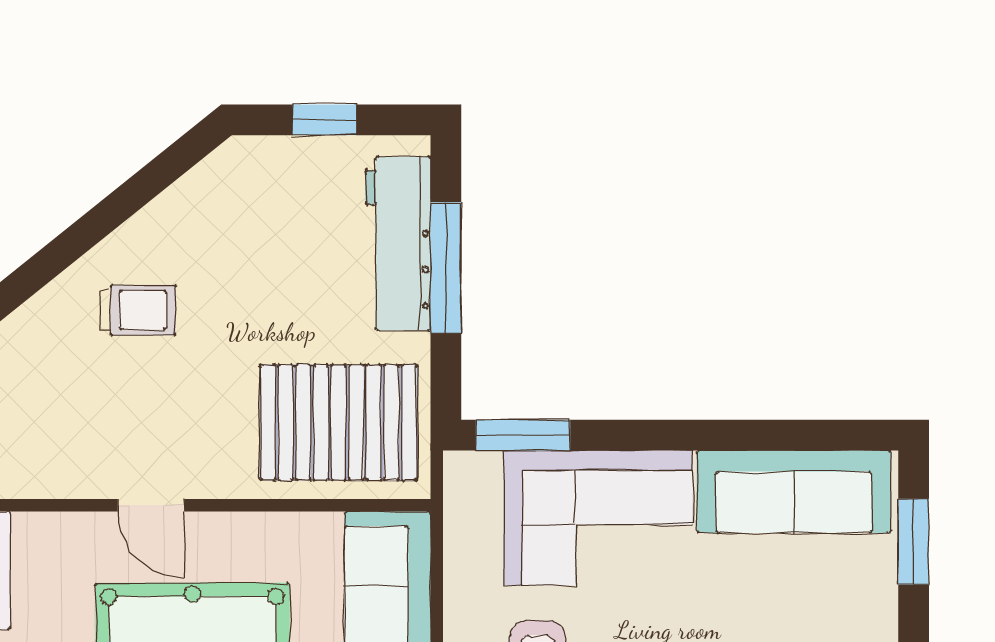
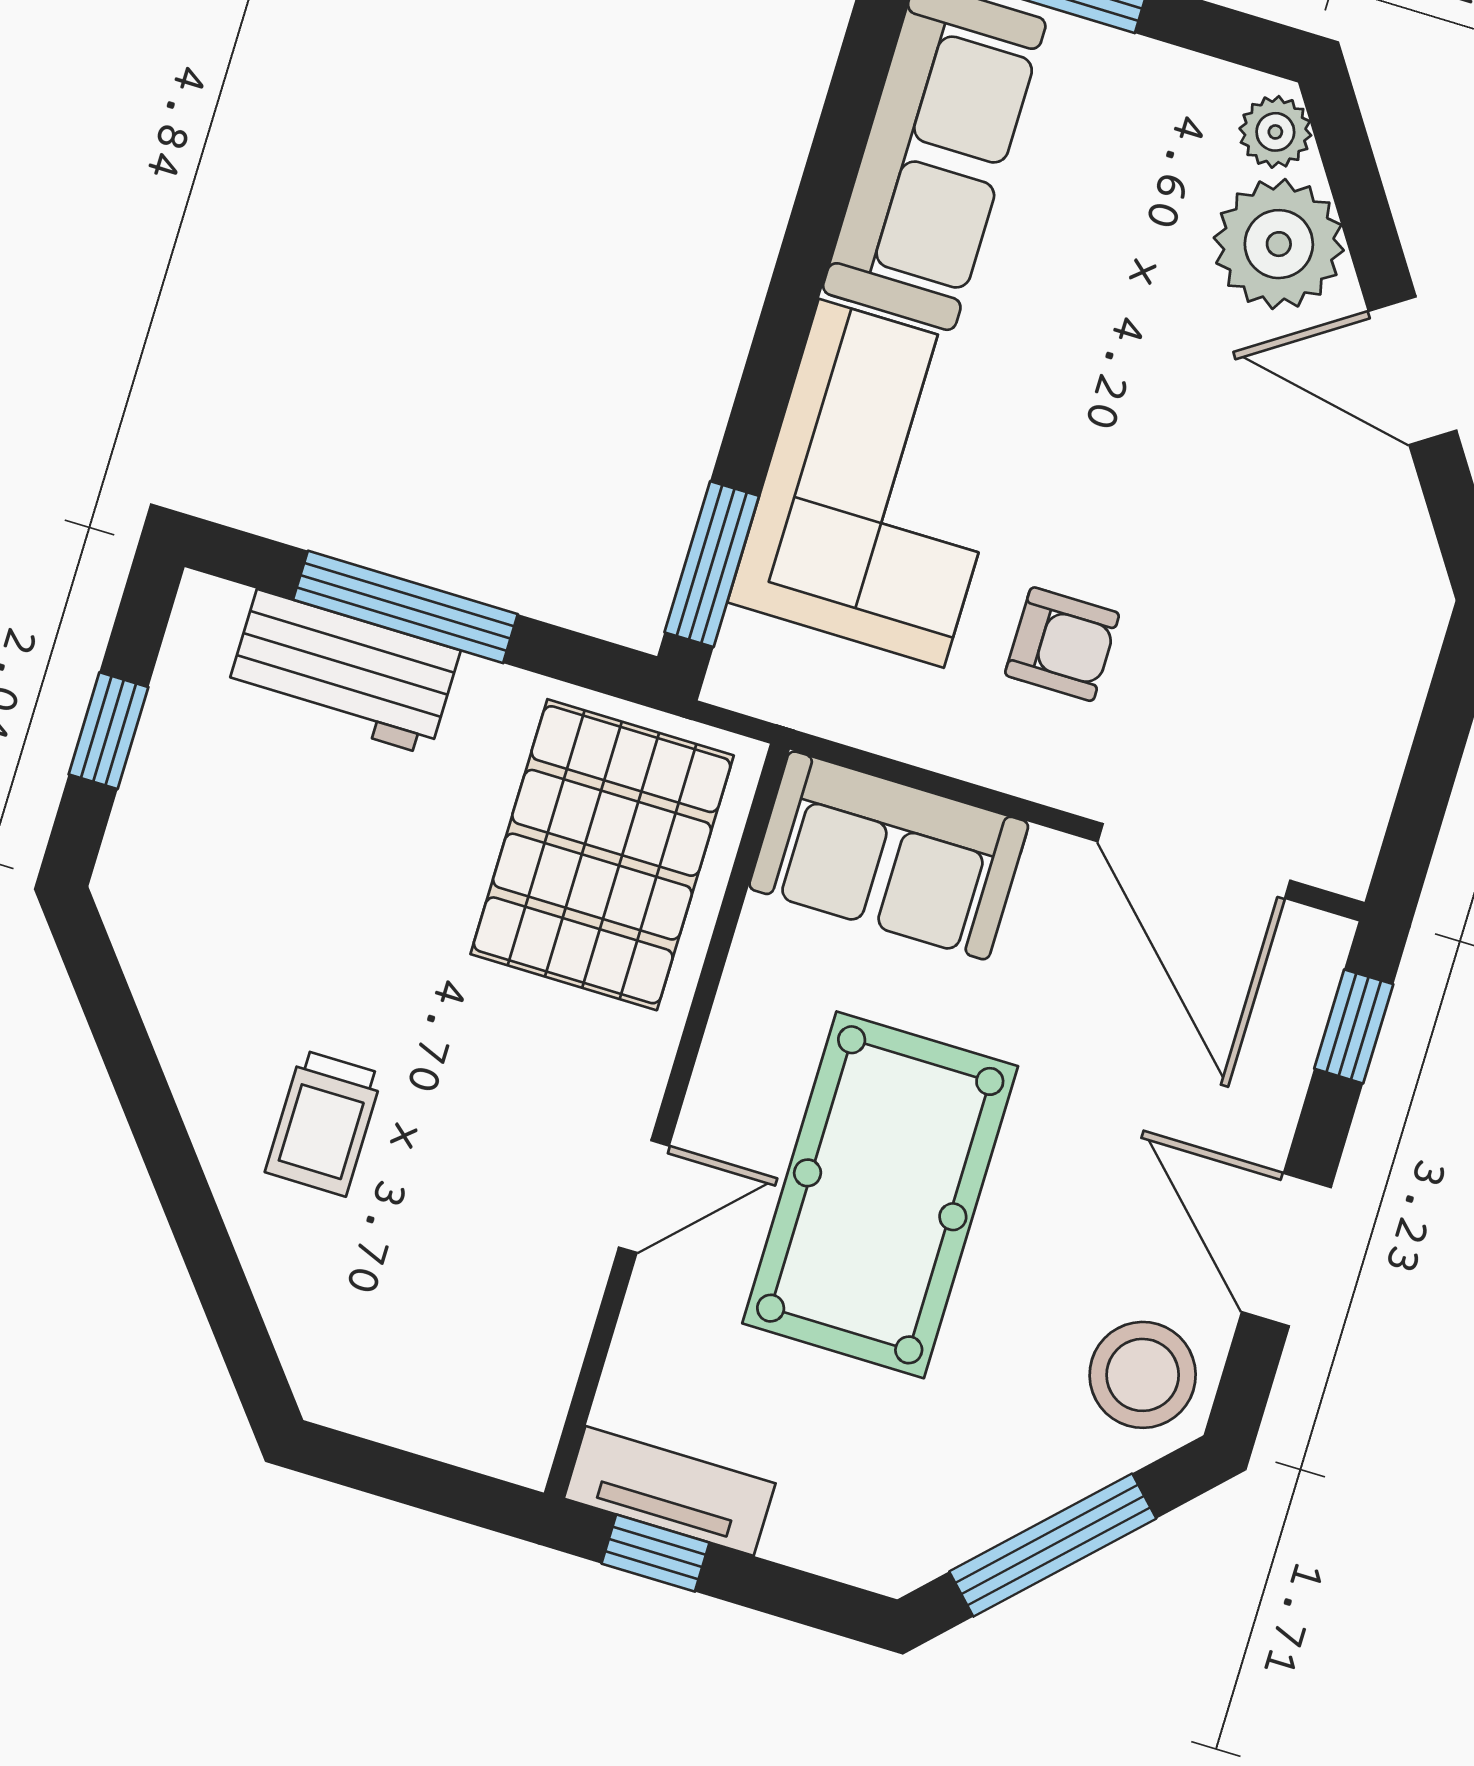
workbench: (398, 243) -> (343, 672), width x0.73
trolley: (138, 310) -> (324, 1123), turned 180

